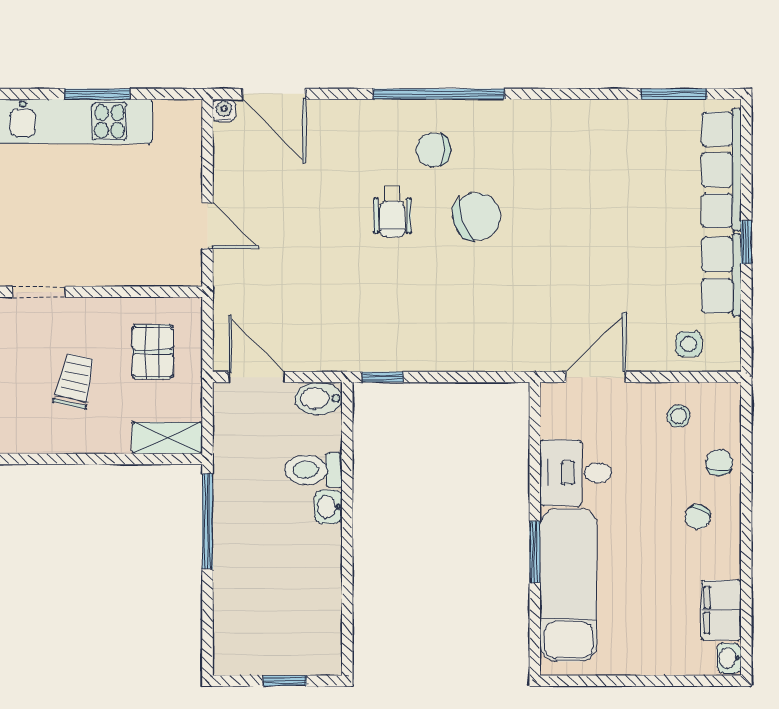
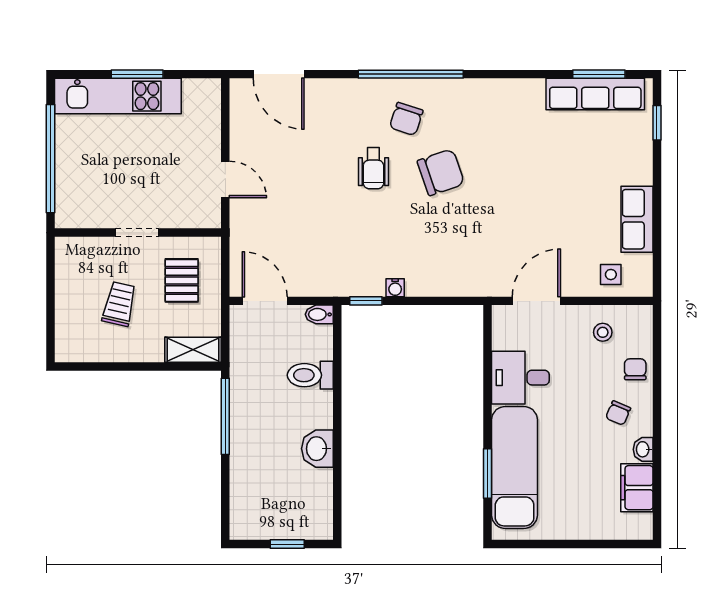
water cooler: (224, 110) -> (395, 288), moved, turned 180
chair: (433, 150) -> (406, 119), turned -72
row of seats: (721, 170) -> (595, 94), moved, turned -90
window: (746, 242) -> (657, 123), moved
doorway: (39, 292) -> (137, 233), moved
bidet: (319, 399) -> (319, 314), width x0.72, depth x0.74
washbasin: (328, 507) -> (317, 449), moved, width x1.38, depth x1.45
window: (535, 552) -> (488, 474), moved
washbasin: (729, 658) -> (643, 449), moved

